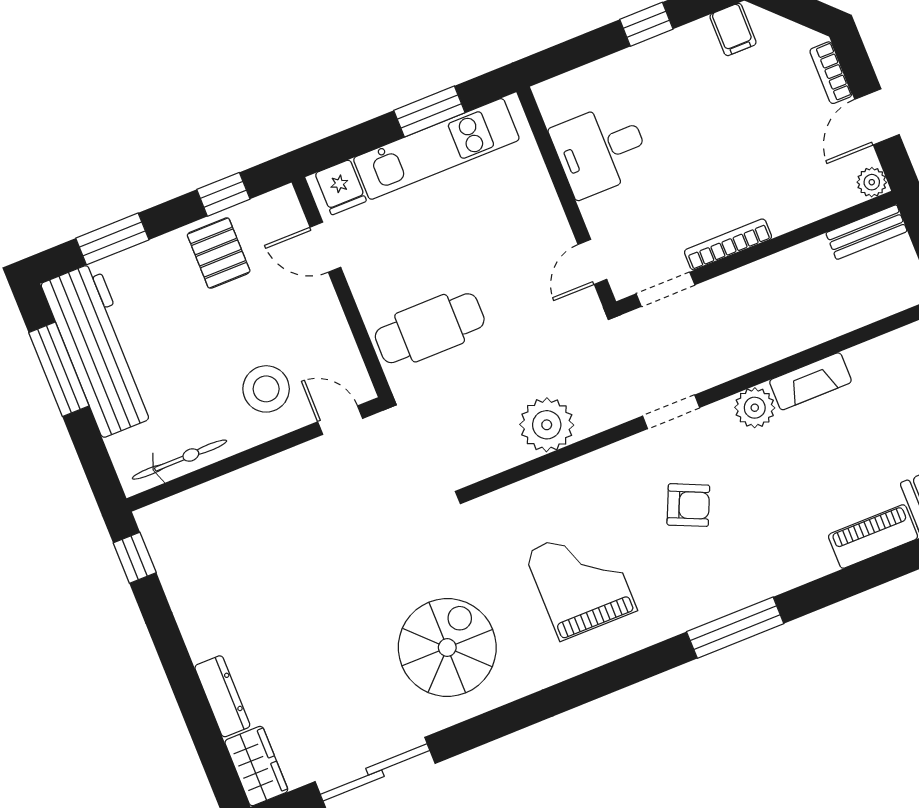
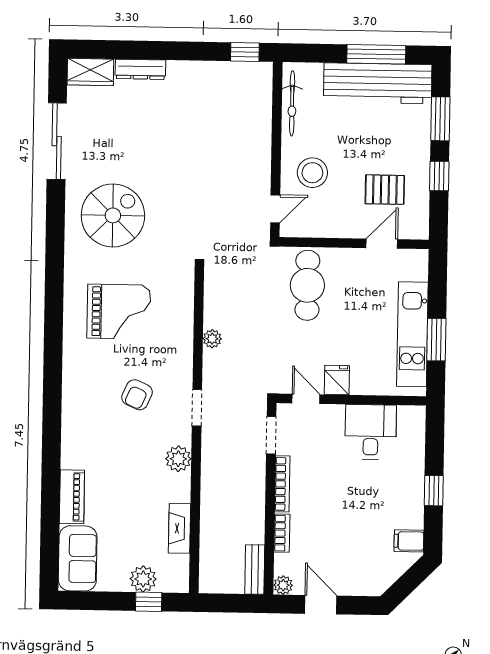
bookcase: (831, 73) -> (282, 533), moved, turned 90
fridge: (341, 187) -> (337, 380), moved, turned 90
window: (223, 194) -> (439, 176), moved
pallet: (219, 253) -> (385, 190), moved
fireplace: (810, 381) -> (180, 528), moved
plant: (547, 425) -> (212, 339), width x0.53, depth x0.53
window: (735, 628) -> (52, 392), removed
spiral stairs: (447, 648) -> (113, 215), turned -90

